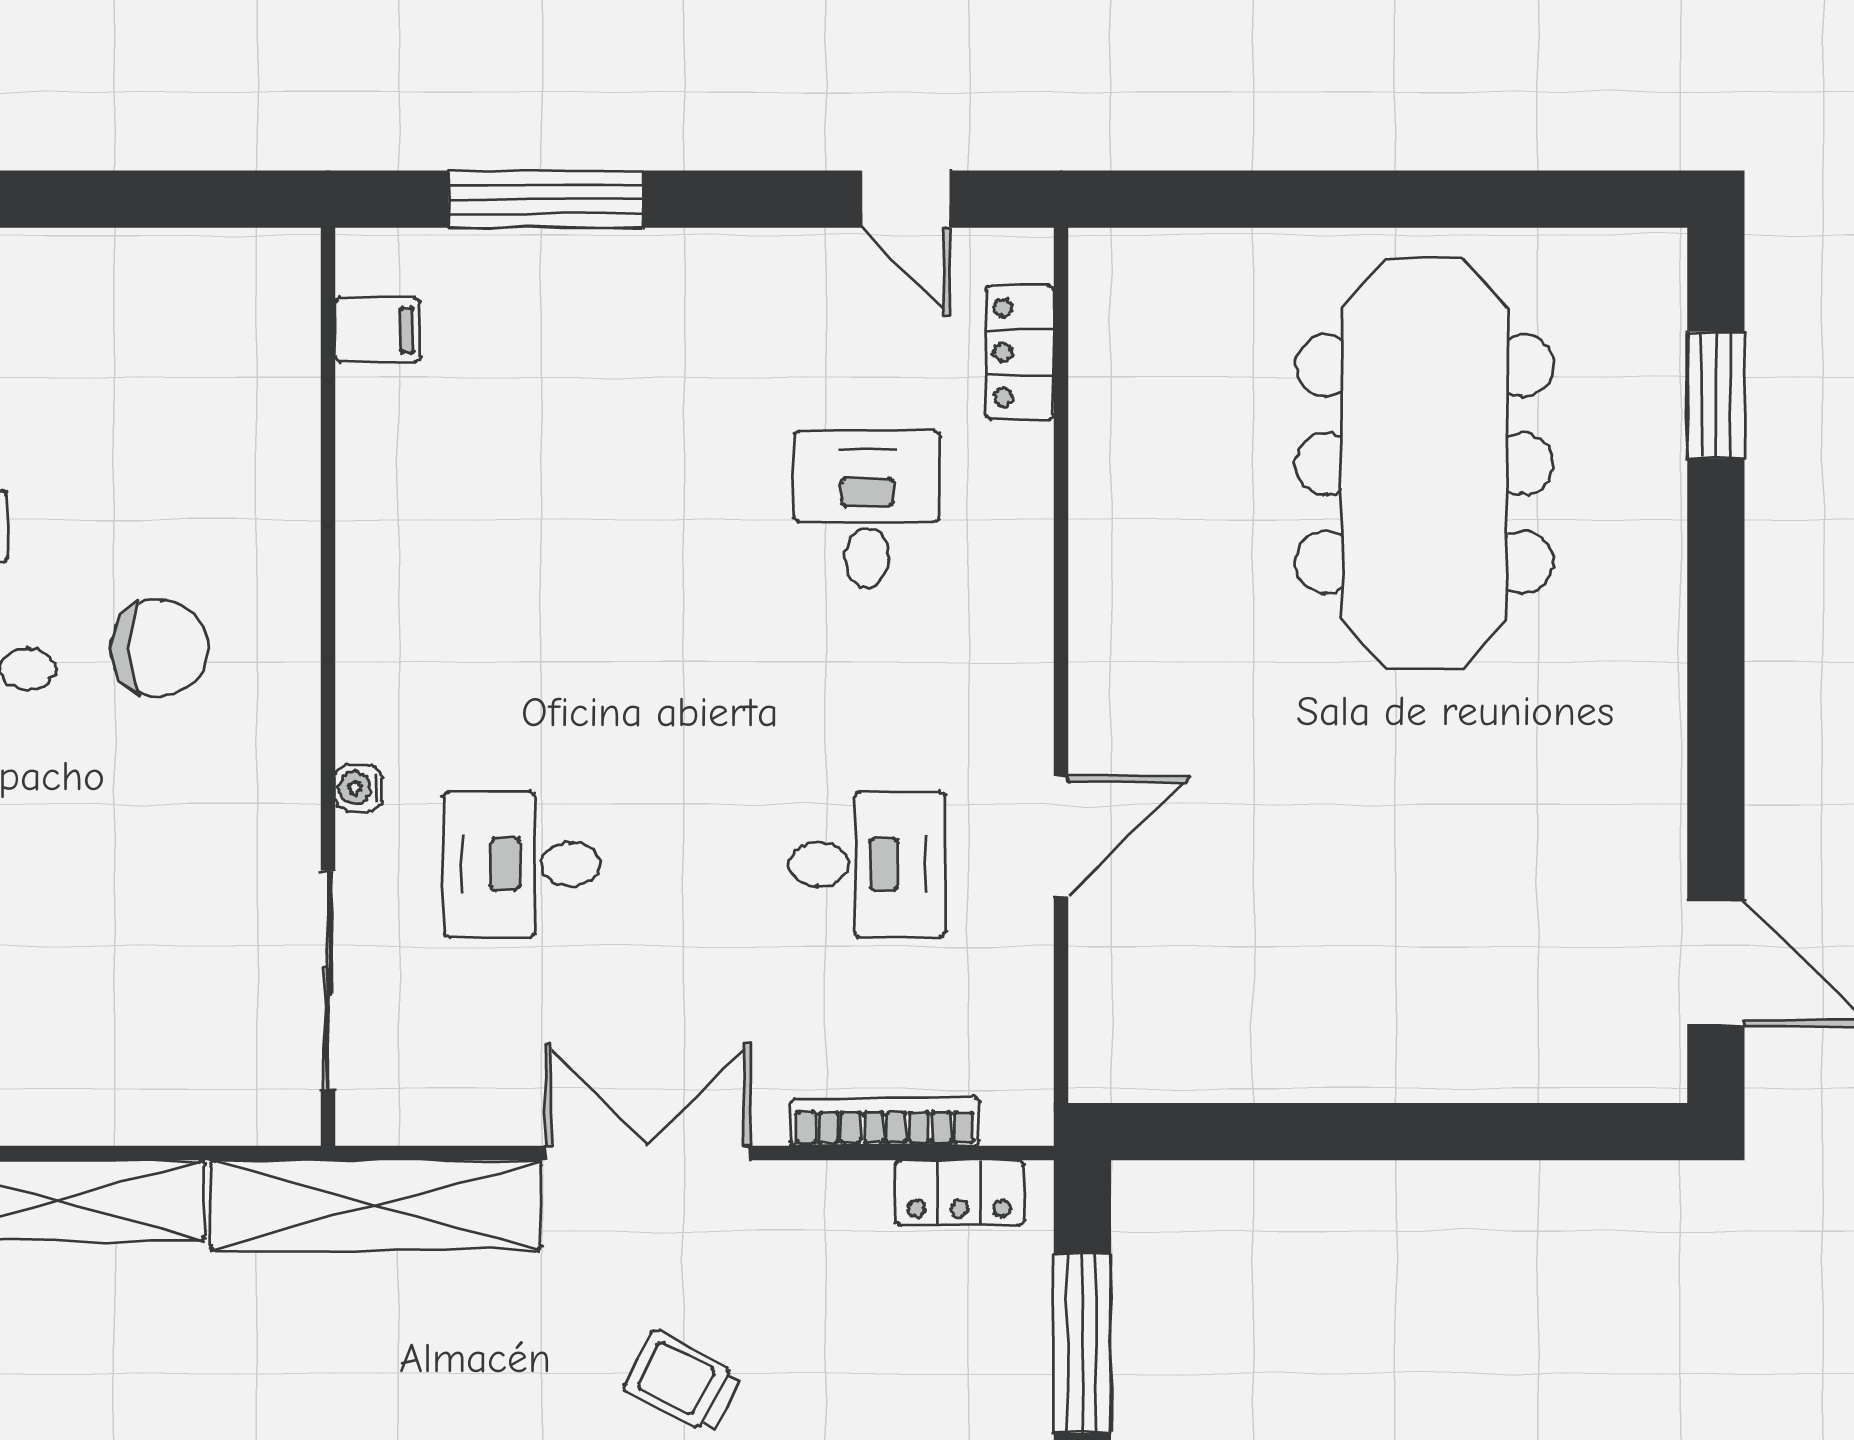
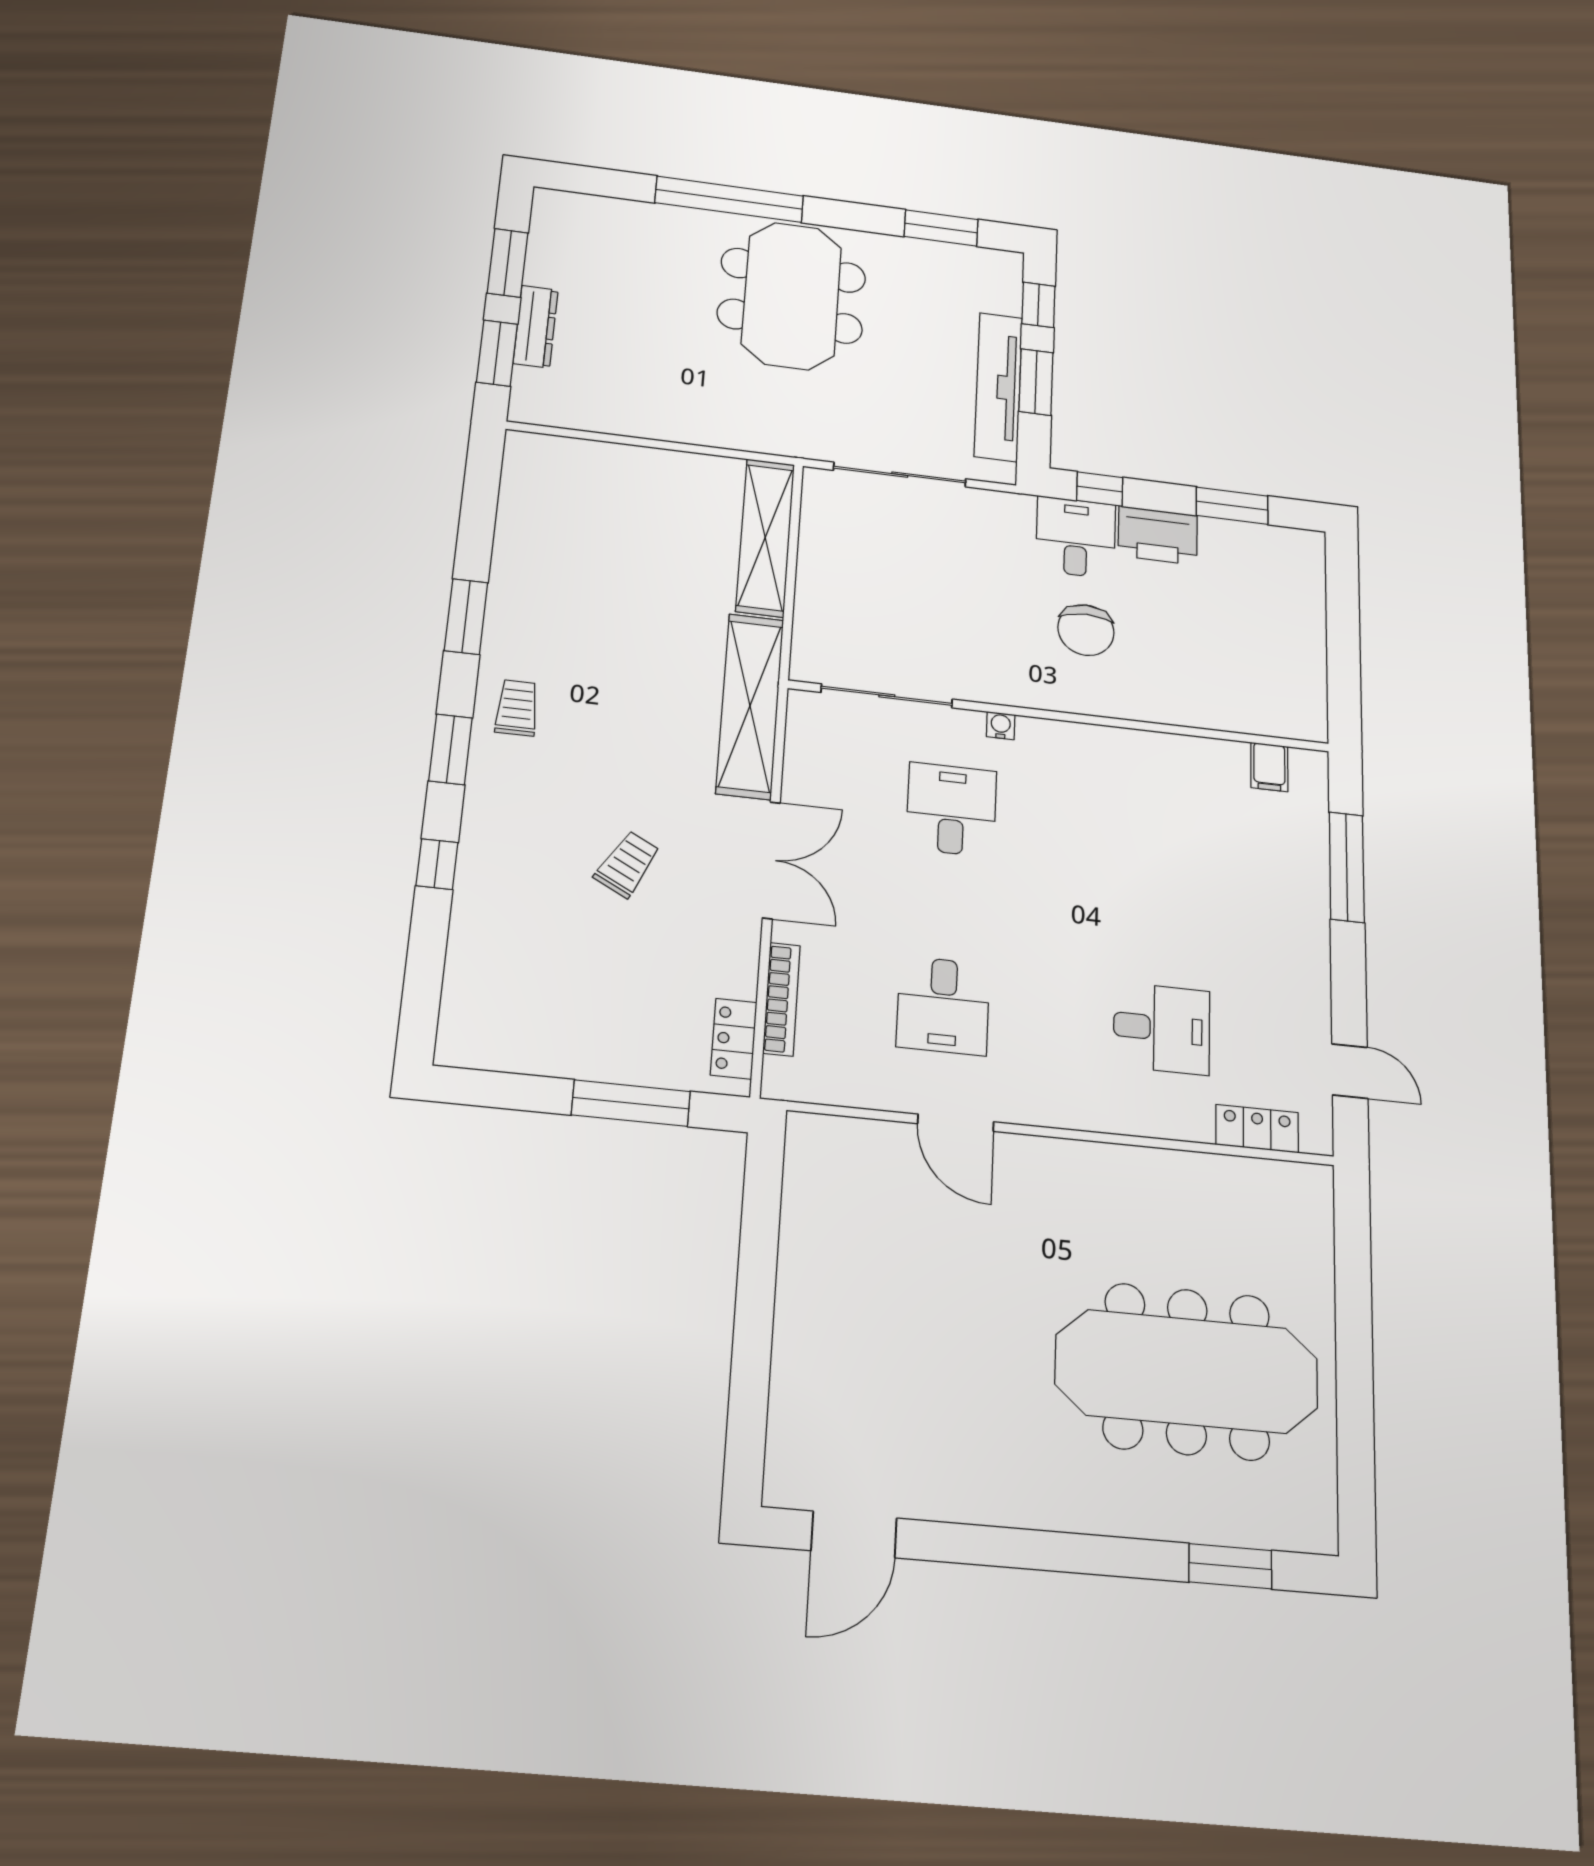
door: (906, 199) -> (1350, 1071), swing flipped

